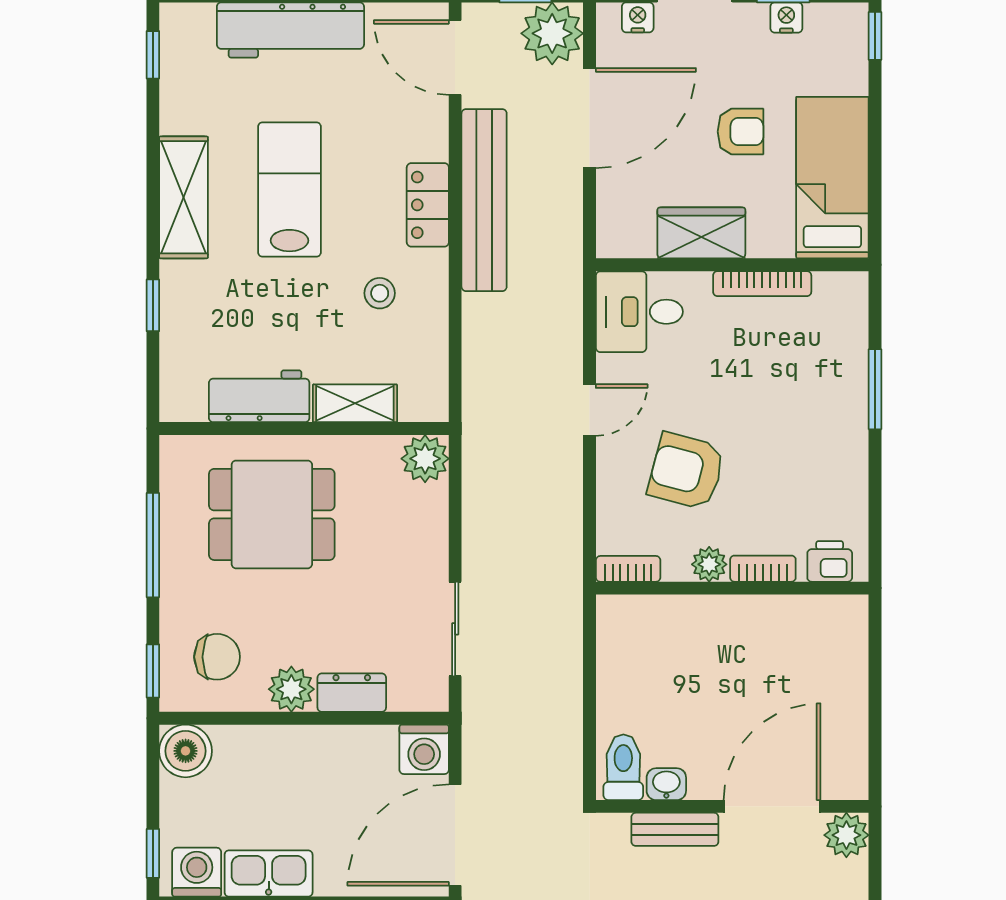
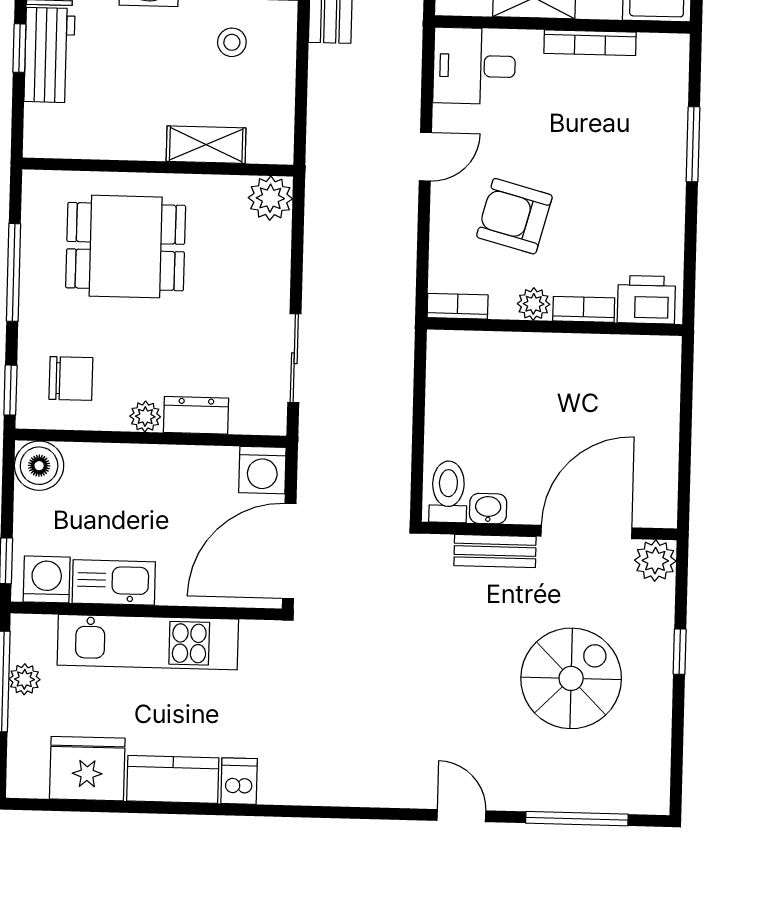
workbench: (259, 396) -> (49, 55), moved, turned 90
printer: (830, 561) -> (646, 300), width x1.36, depth x1.24
plant: (291, 689) -> (145, 416), width x0.73, depth x0.73

